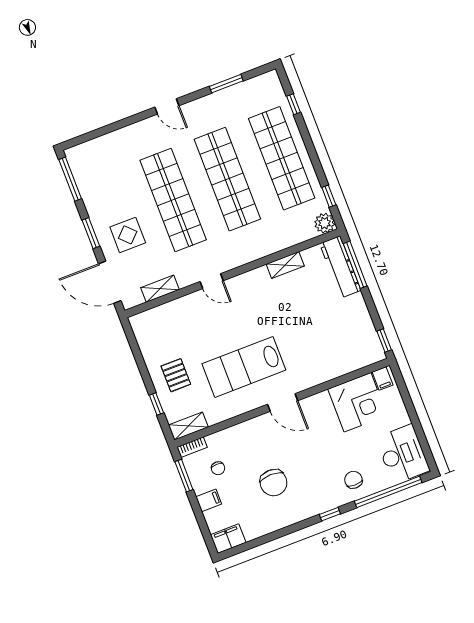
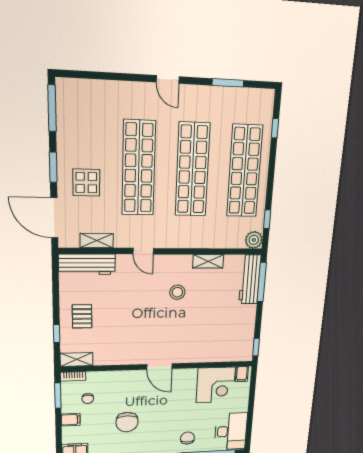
stool: (266, 311) -> (177, 292), added
workbench: (160, 317) -> (87, 264), added
lab bench: (244, 367) -> (141, 329), removed

